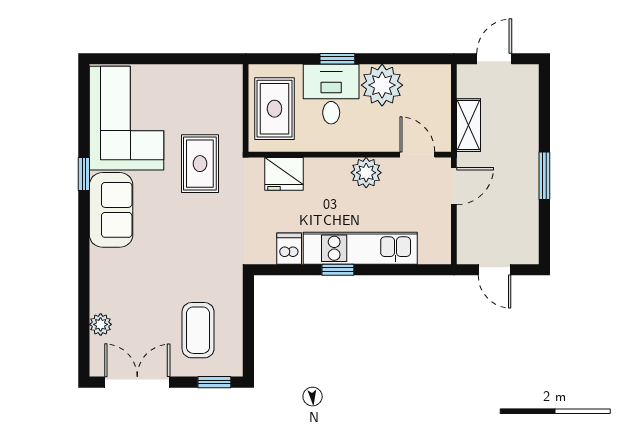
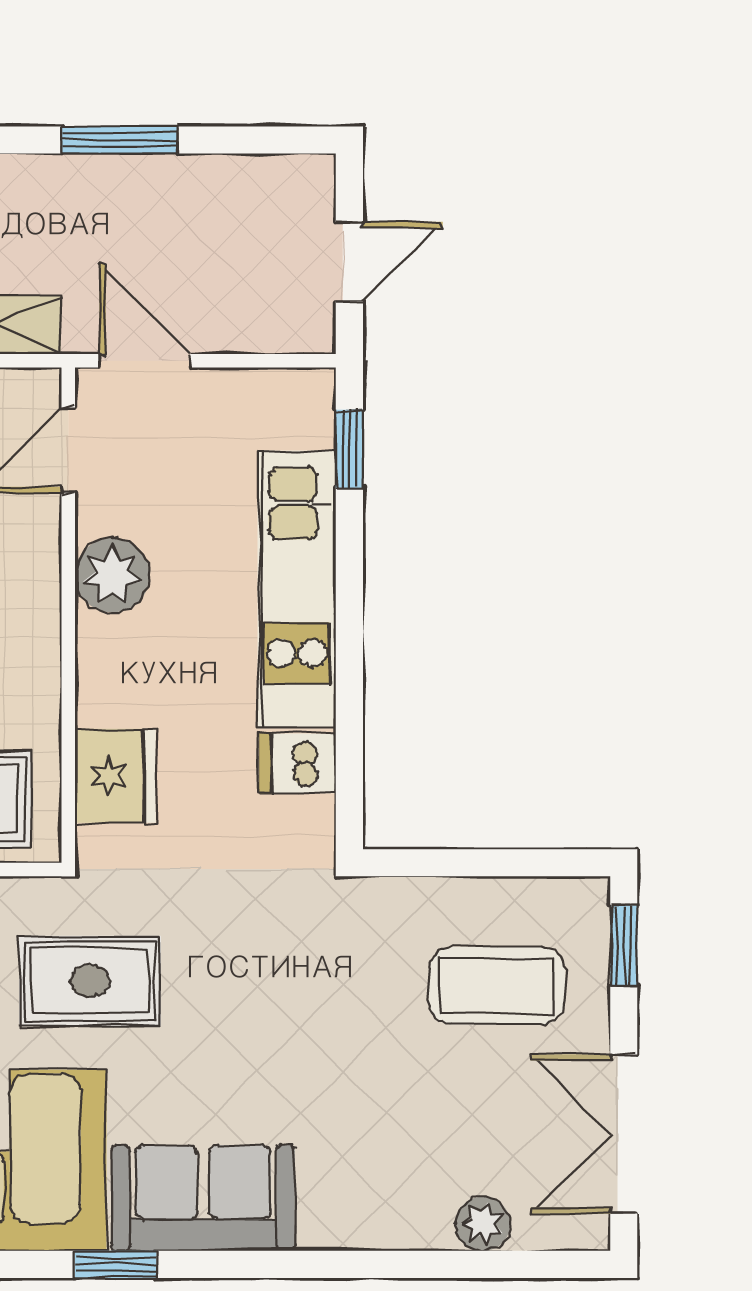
window: (338, 270) -> (349, 449), moved

